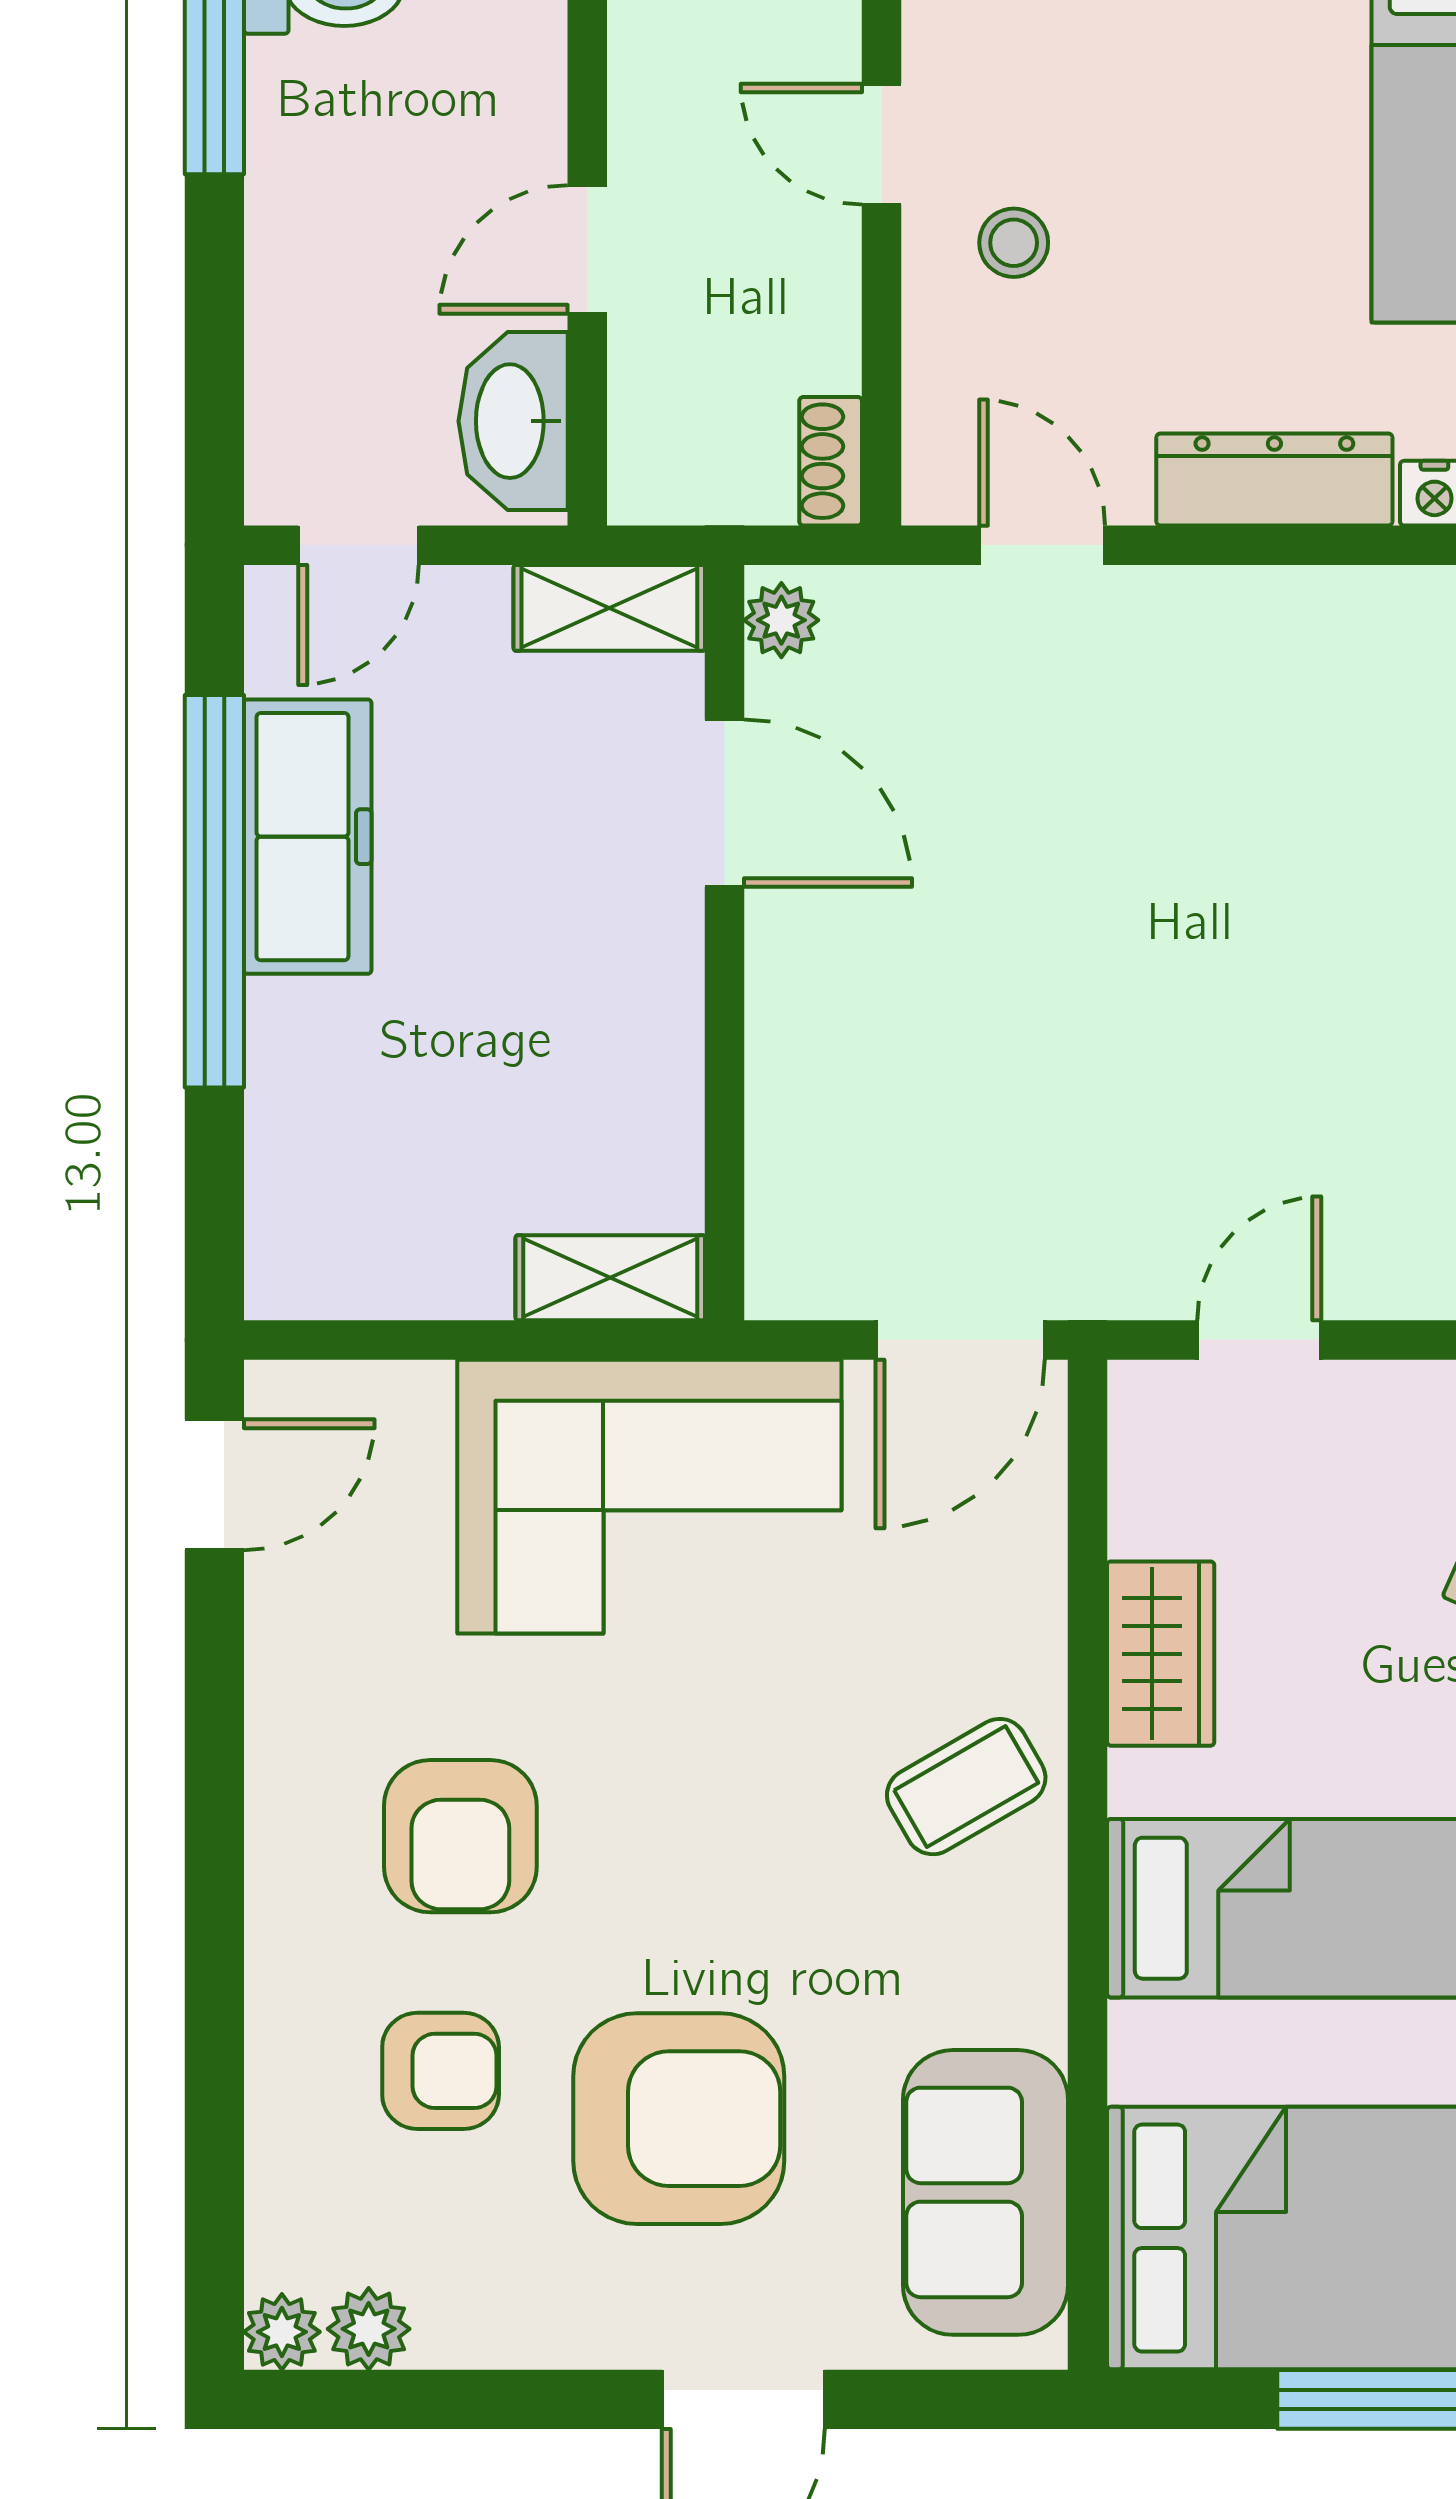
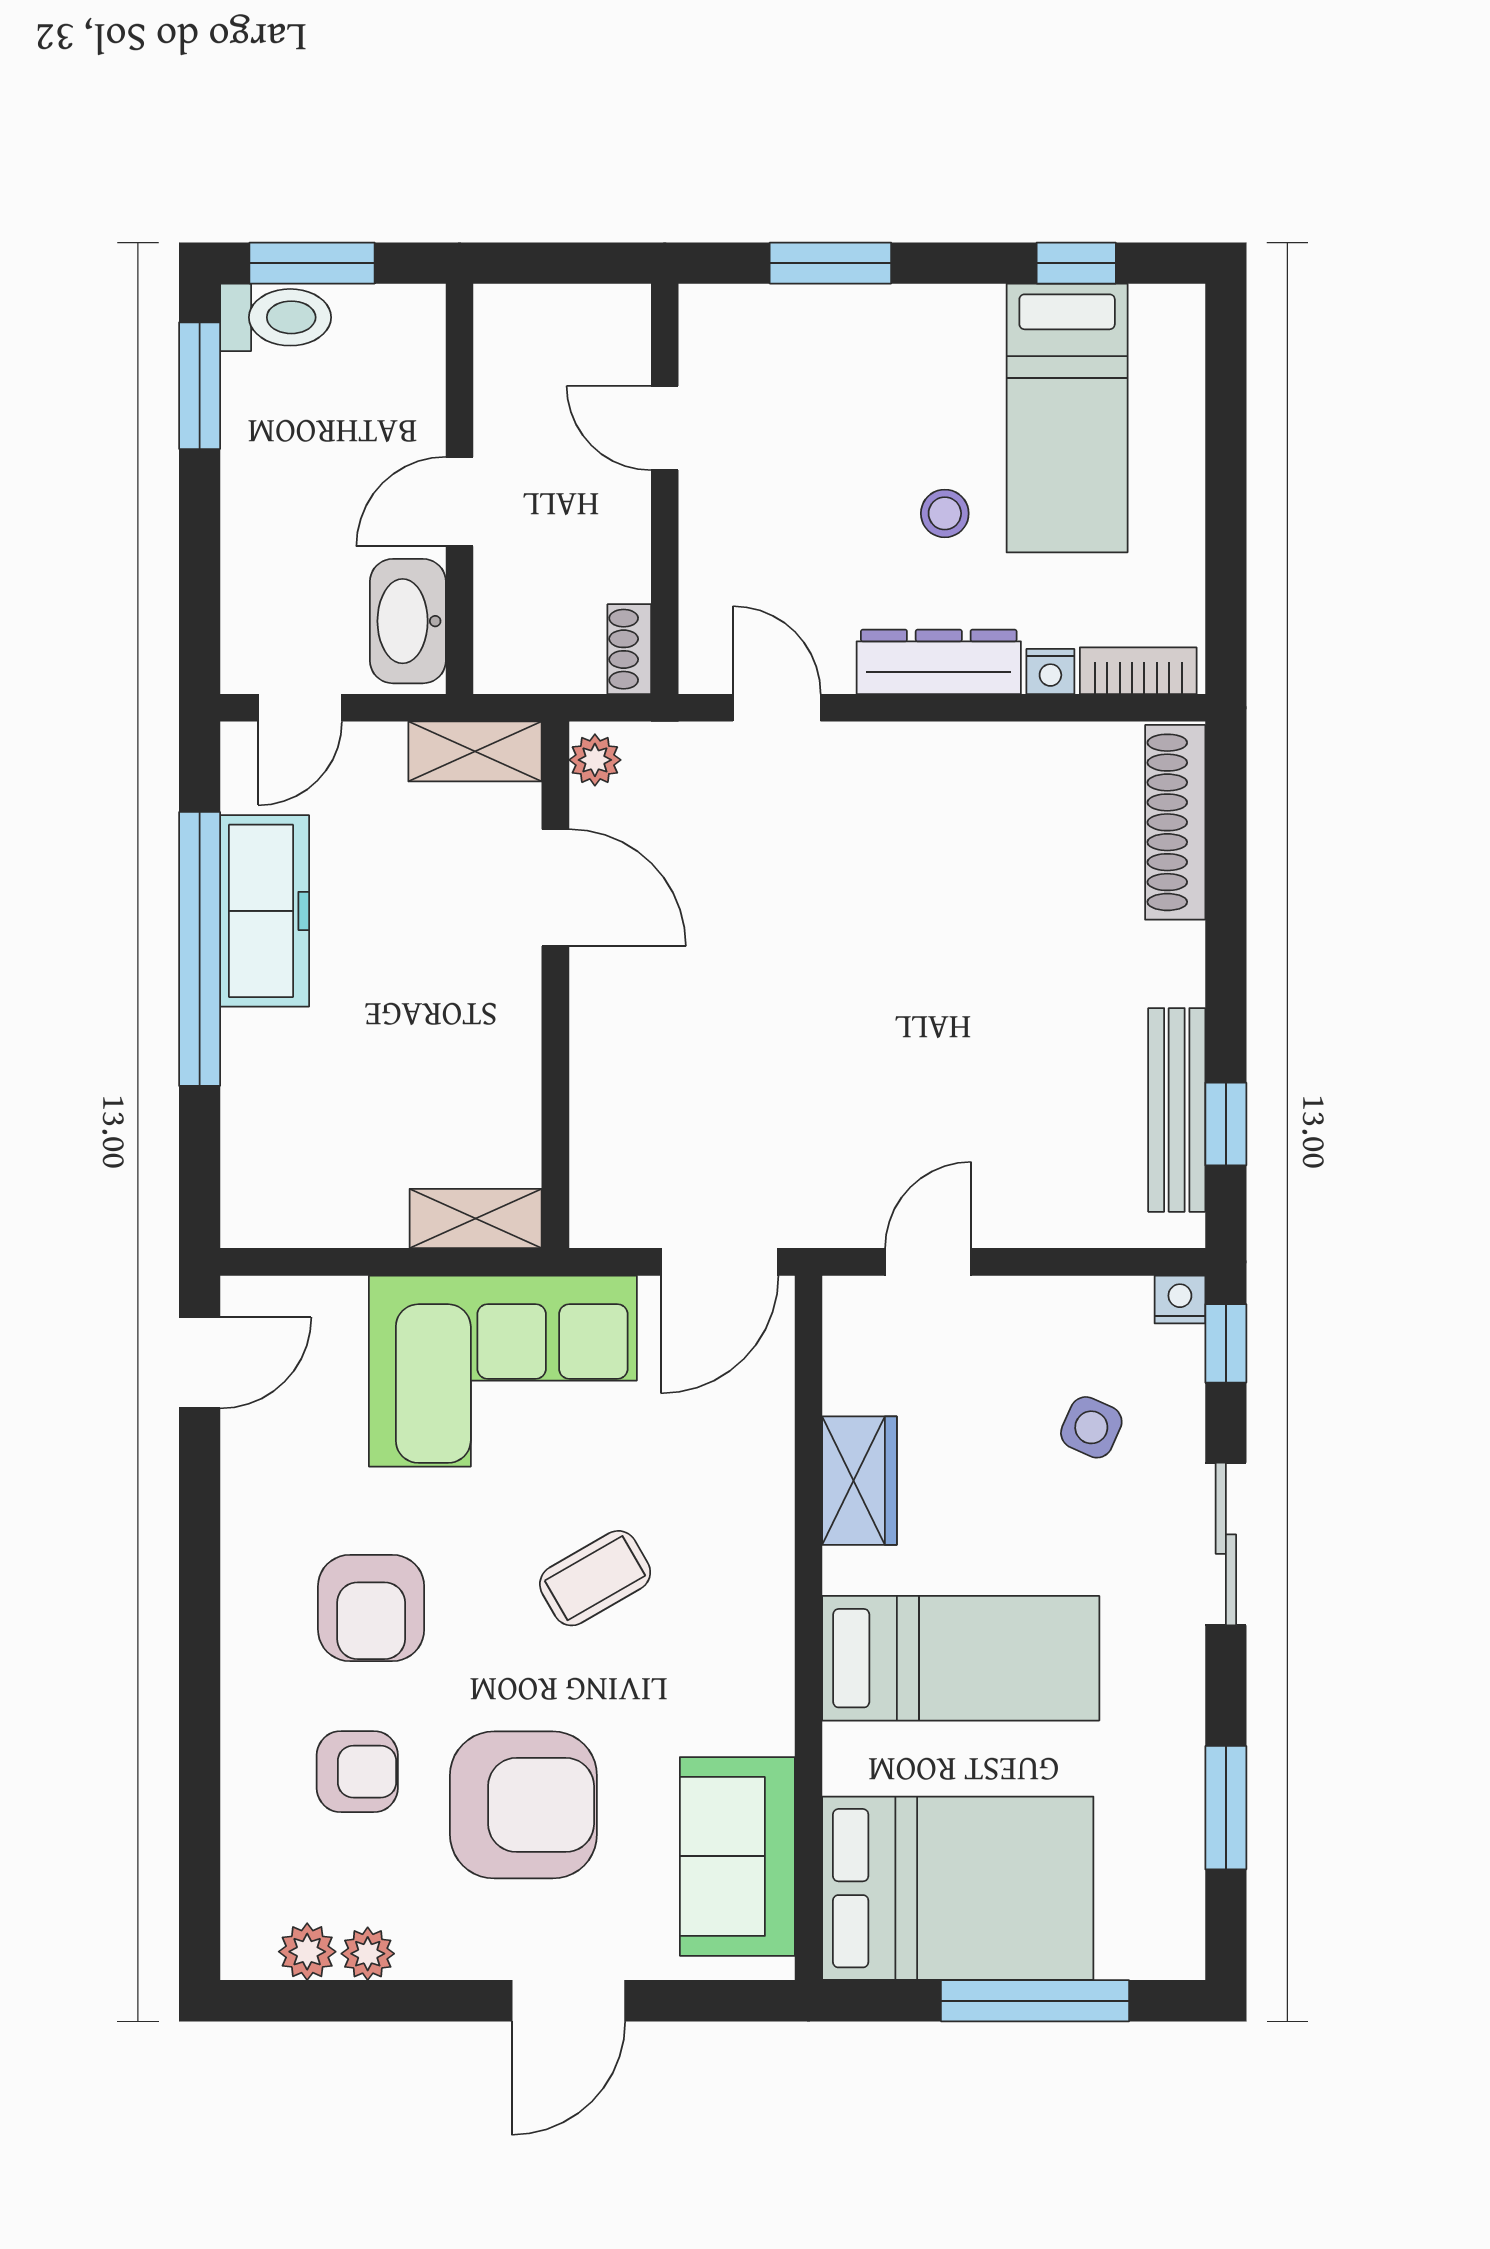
stool: (1014, 243) -> (945, 513), moved
coffee table: (966, 1787) -> (595, 1578), moved
plant: (282, 2332) -> (368, 1954), moved

